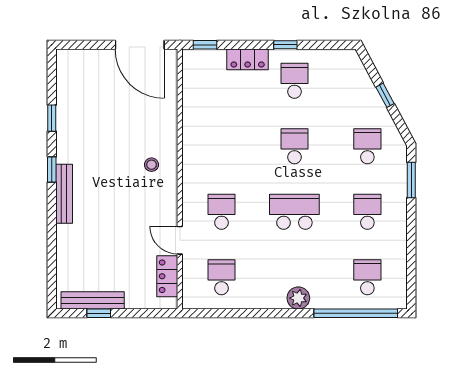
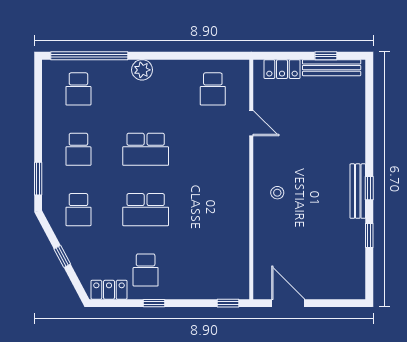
door: (140, 45) -> (288, 303), width x0.73
locker: (248, 59) -> (109, 290), moved
school desk: (294, 146) -> (146, 210), width x1.85
bench: (64, 194) -> (358, 191), moved
school desk: (222, 212) -> (213, 149), removed
locker: (167, 276) -> (282, 69), moved, turned 90

